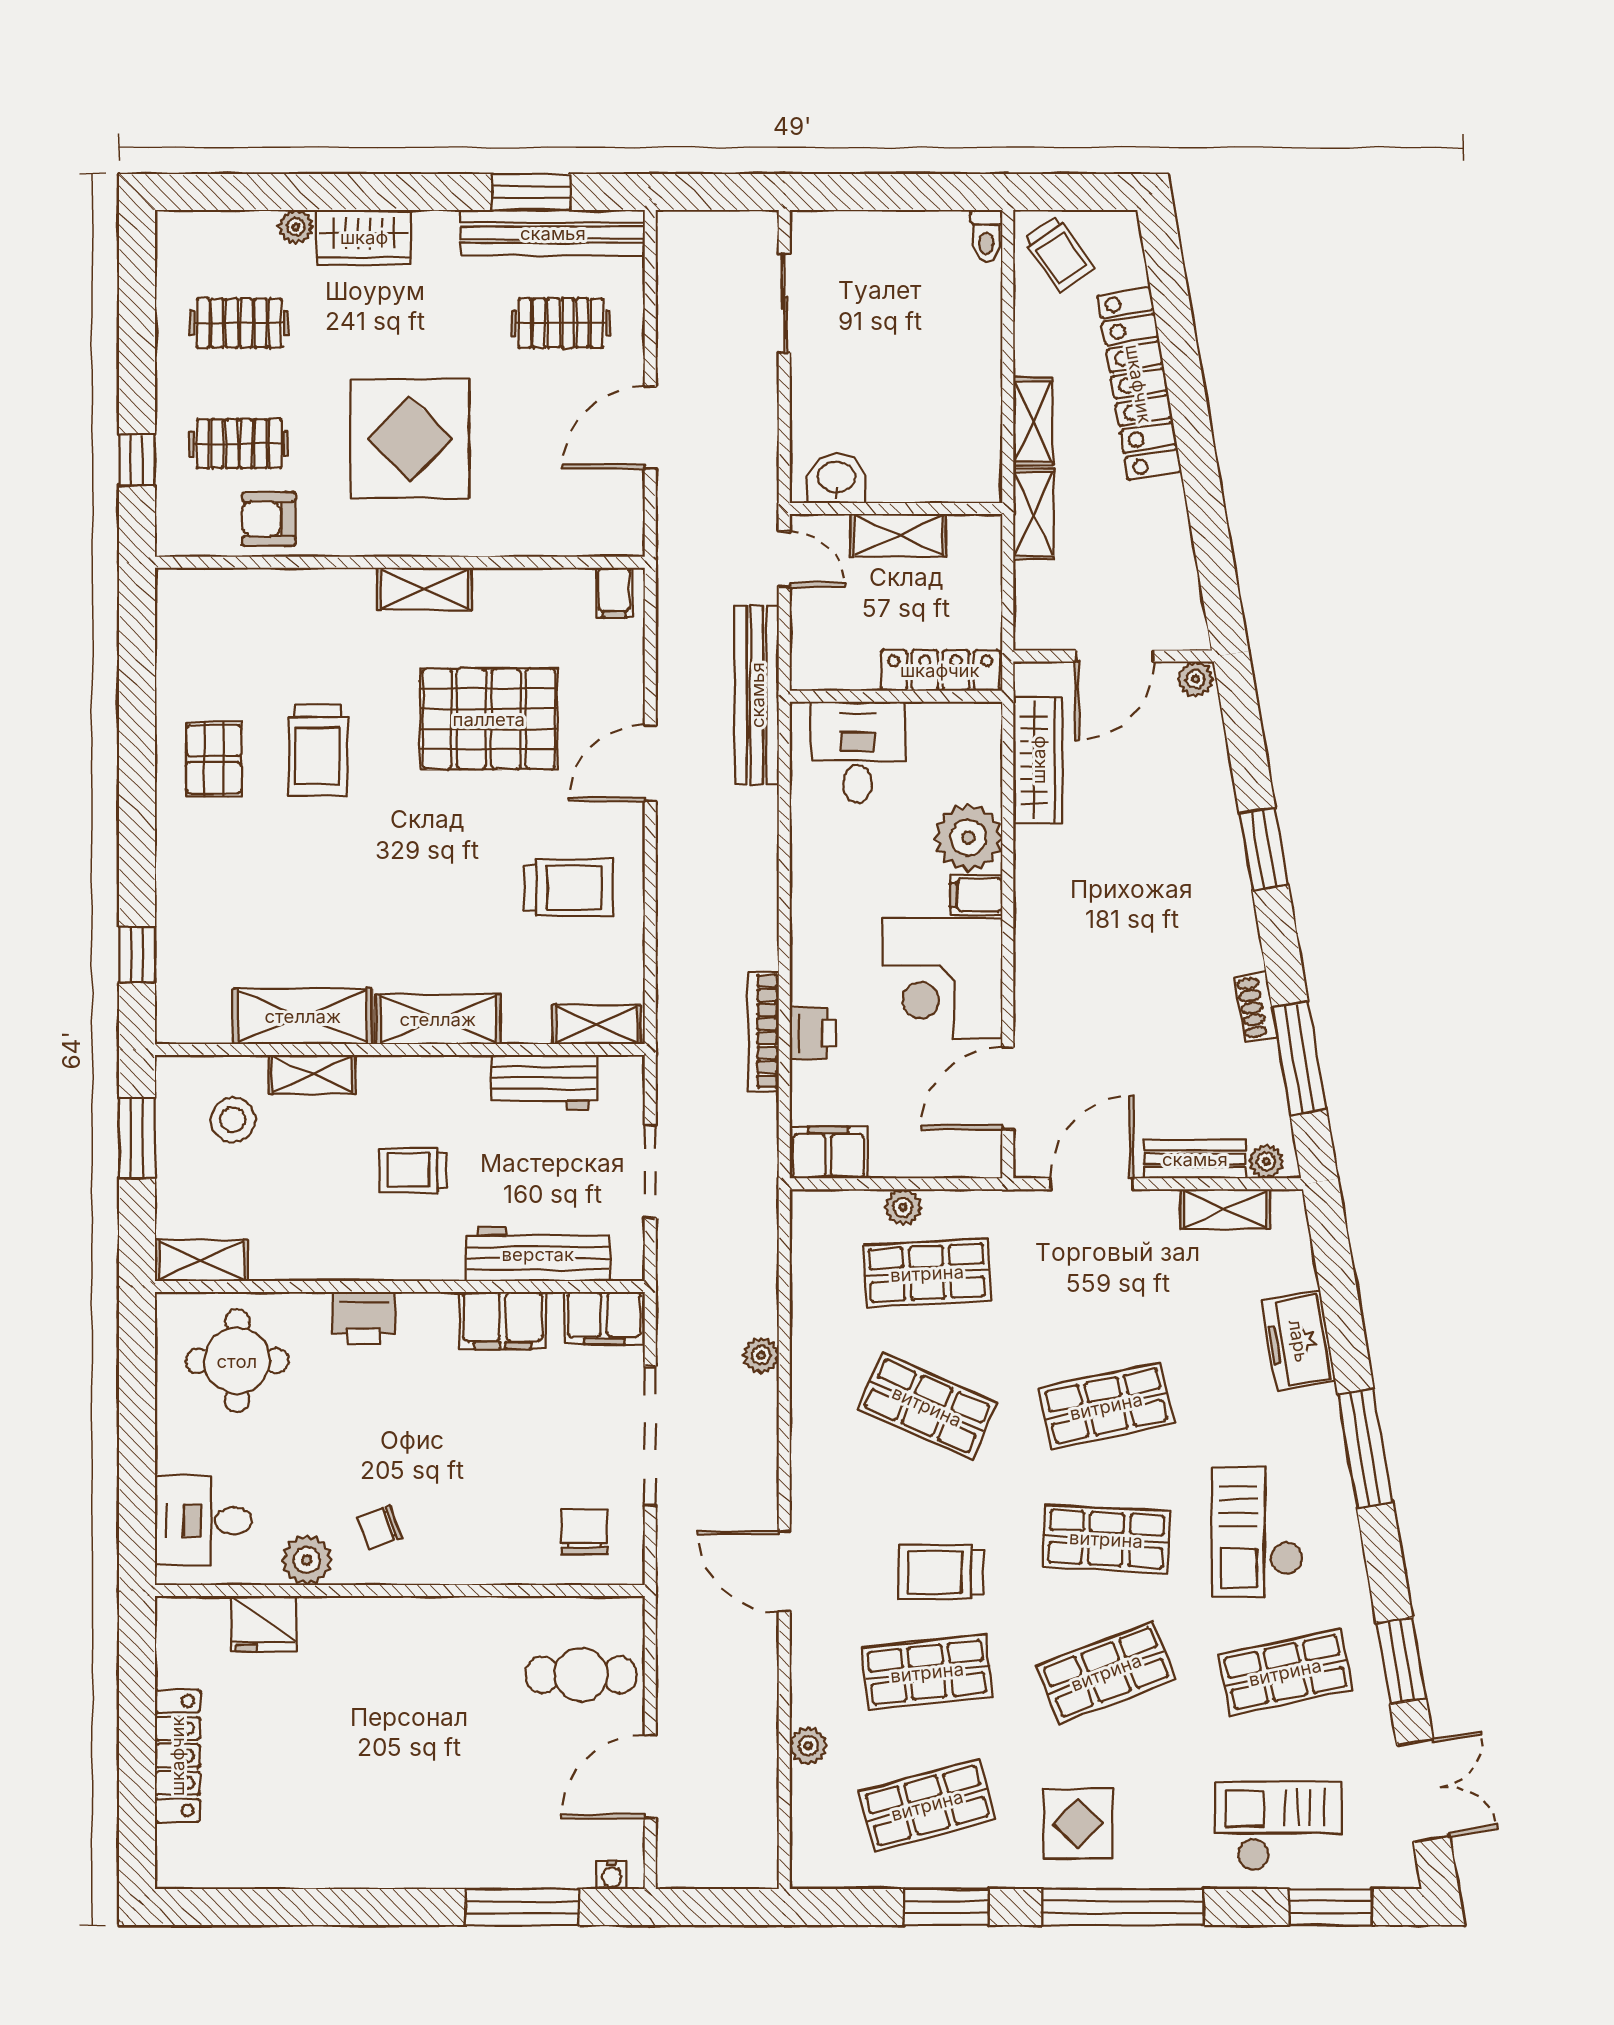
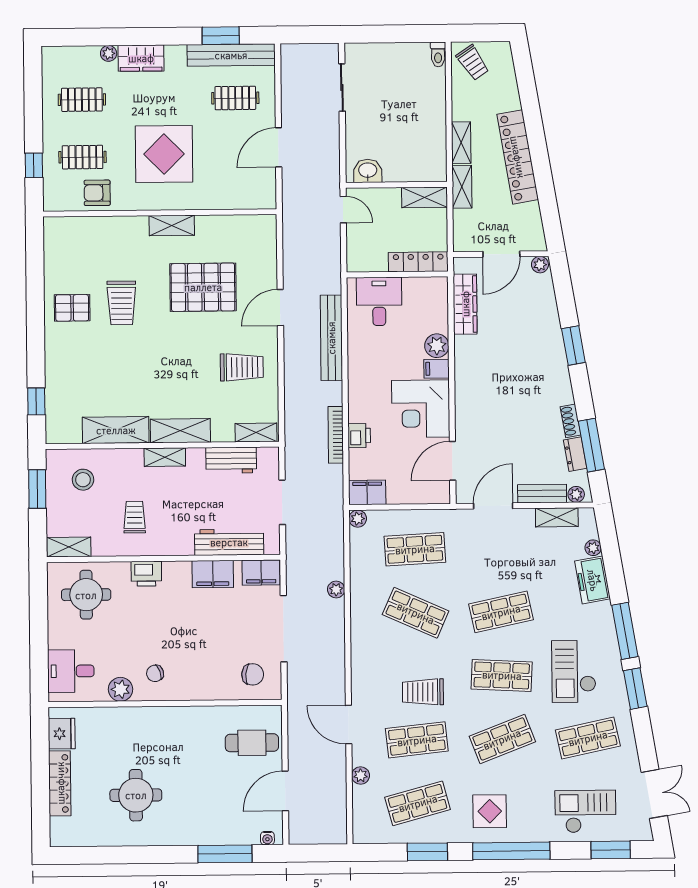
locker: (1139, 384) -> (518, 157), moved
shelving: (898, 535) -> (424, 197), moved
filing cabinet: (614, 593) -> (262, 226), removed
bench: (757, 695) -> (331, 338), moved
pallet: (214, 759) -> (72, 308), turned 90
plant: (968, 838) -> (437, 346), width x0.73, depth x0.73
shelving: (312, 1074) -> (165, 457), moved
dresser: (1265, 1077) -> (575, 454), added
trolley: (413, 1170) -> (135, 517), moved, turned 90
plant: (903, 1207) -> (358, 519), moved
plant: (1301, 1274) -> (593, 548), added
chair: (584, 1532) -> (253, 674), turned 95
door: (784, 1571) -> (349, 725), moved
fridge: (264, 1624) -> (62, 734), moved, turned -90
window: (1401, 1661) -> (635, 689), moved
round table: (337, 1782) -> (136, 795), added

